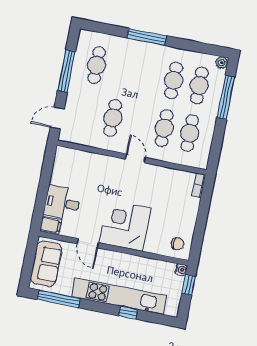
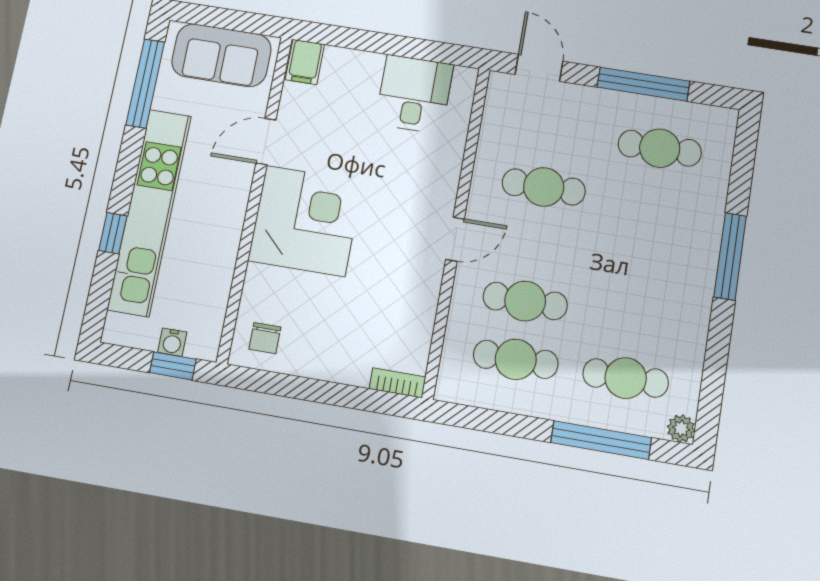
cafe table: (174, 80) -> (634, 319), removed
desk: (62, 203) -> (414, 94), moved
water cooler: (181, 270) -> (172, 342), moved

